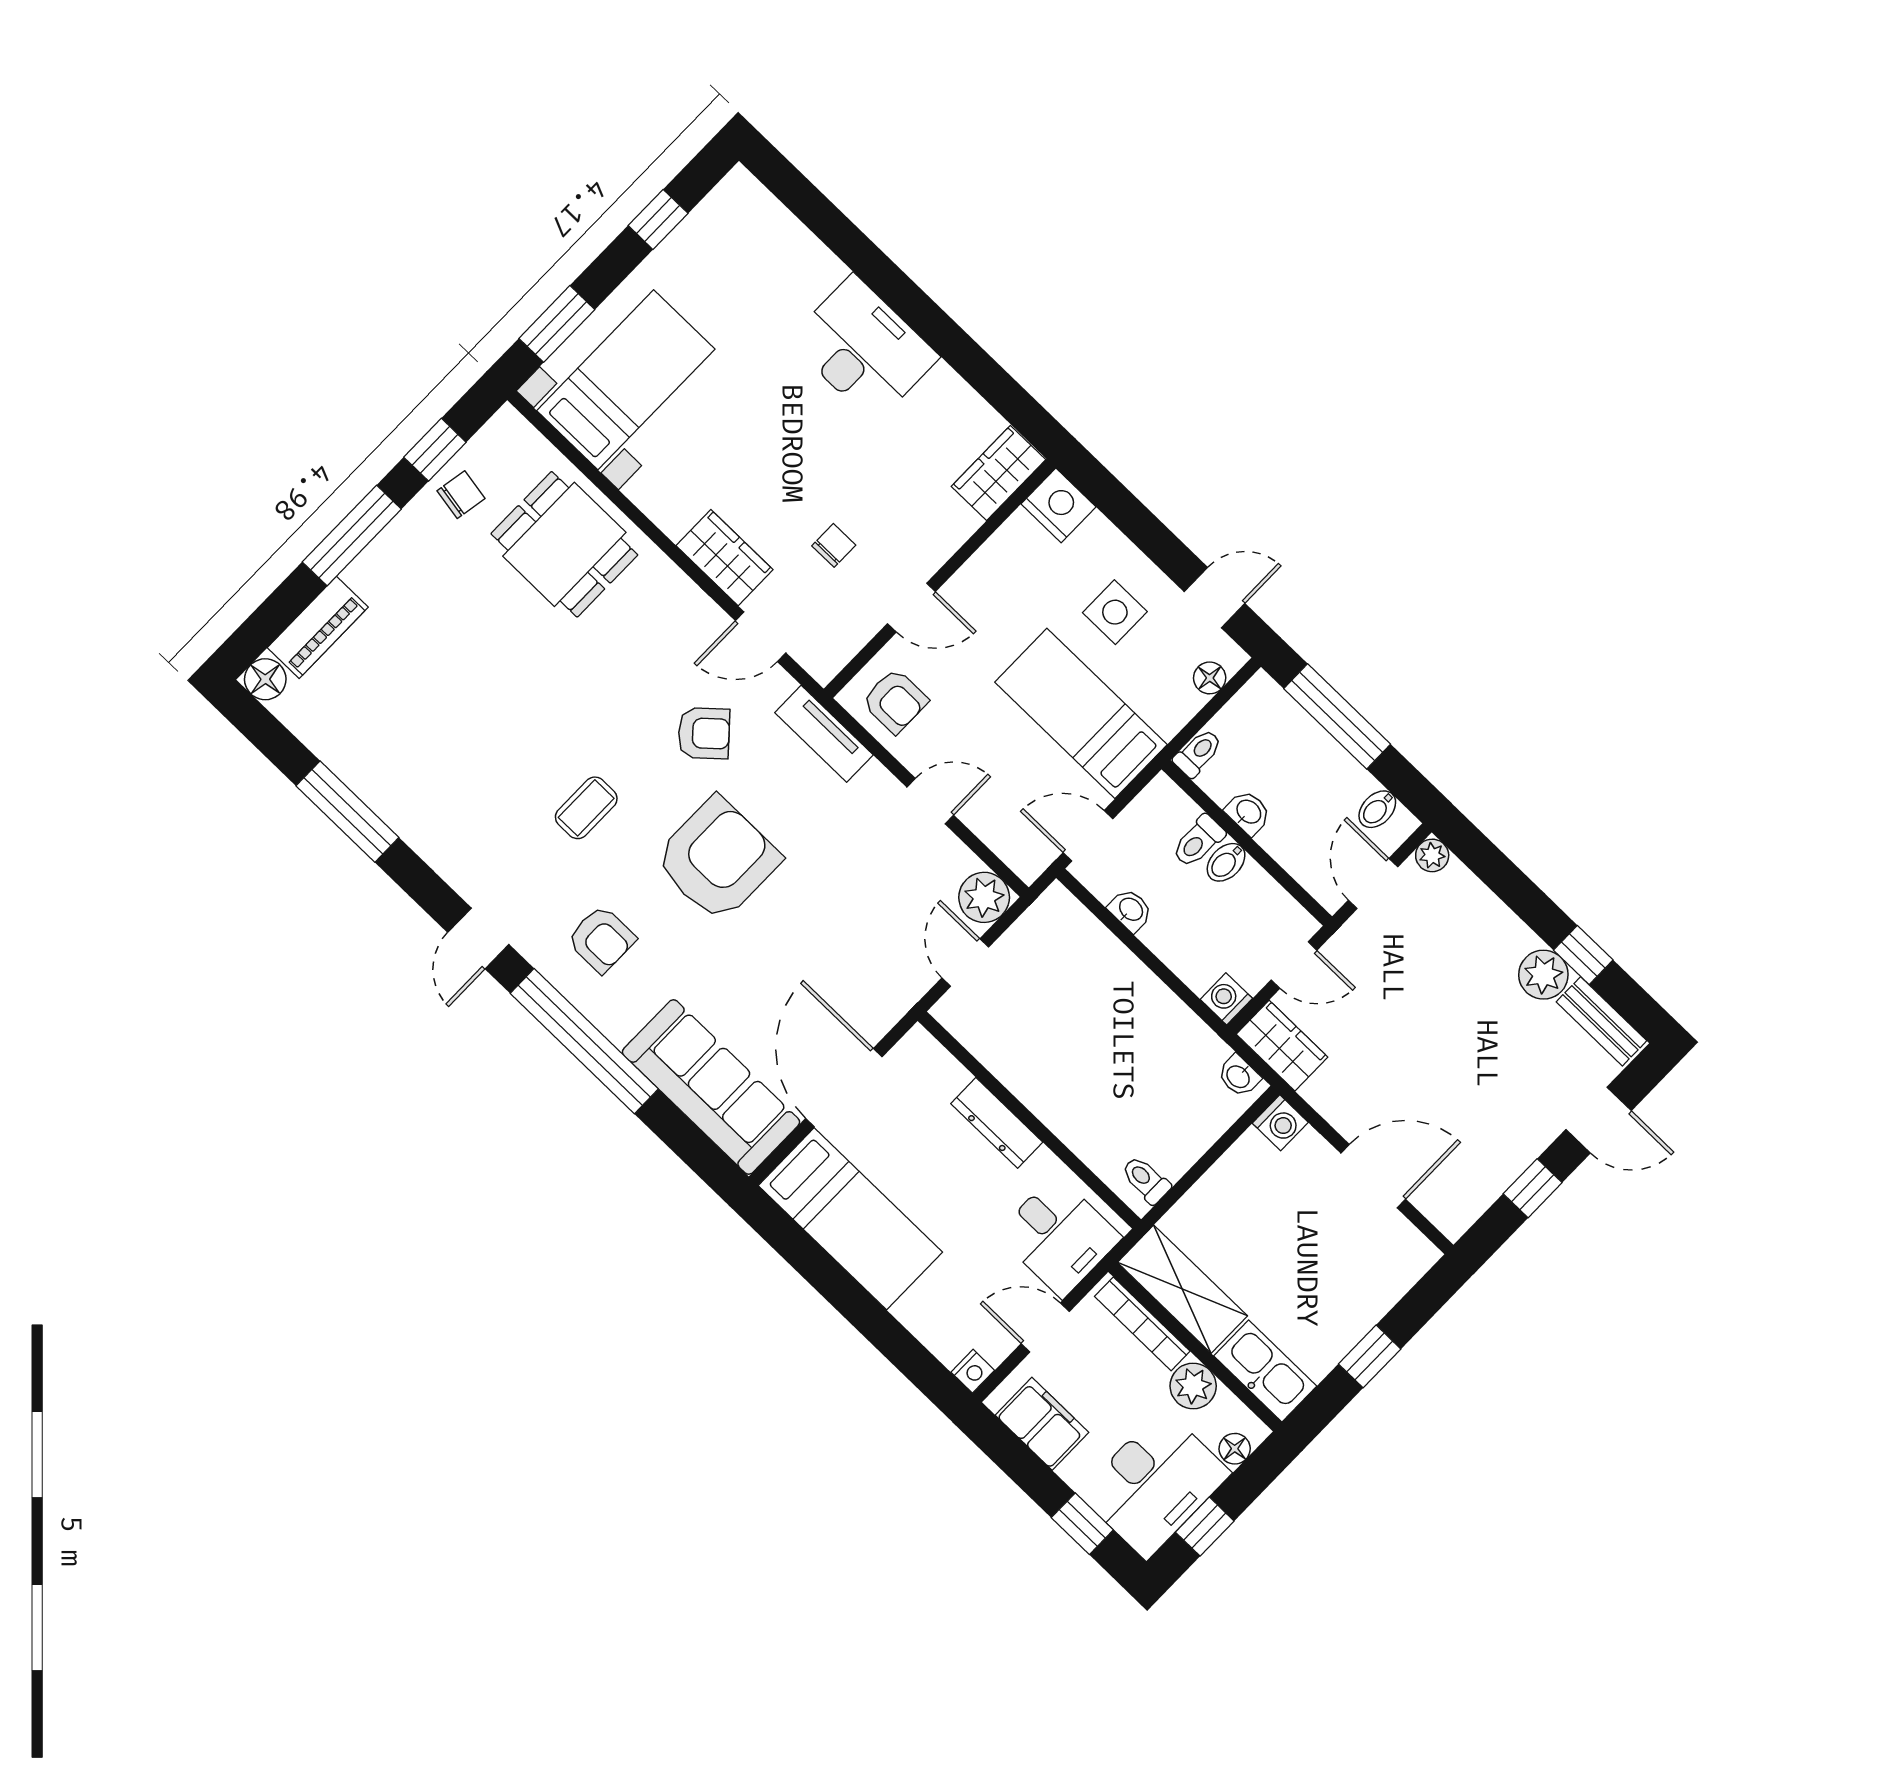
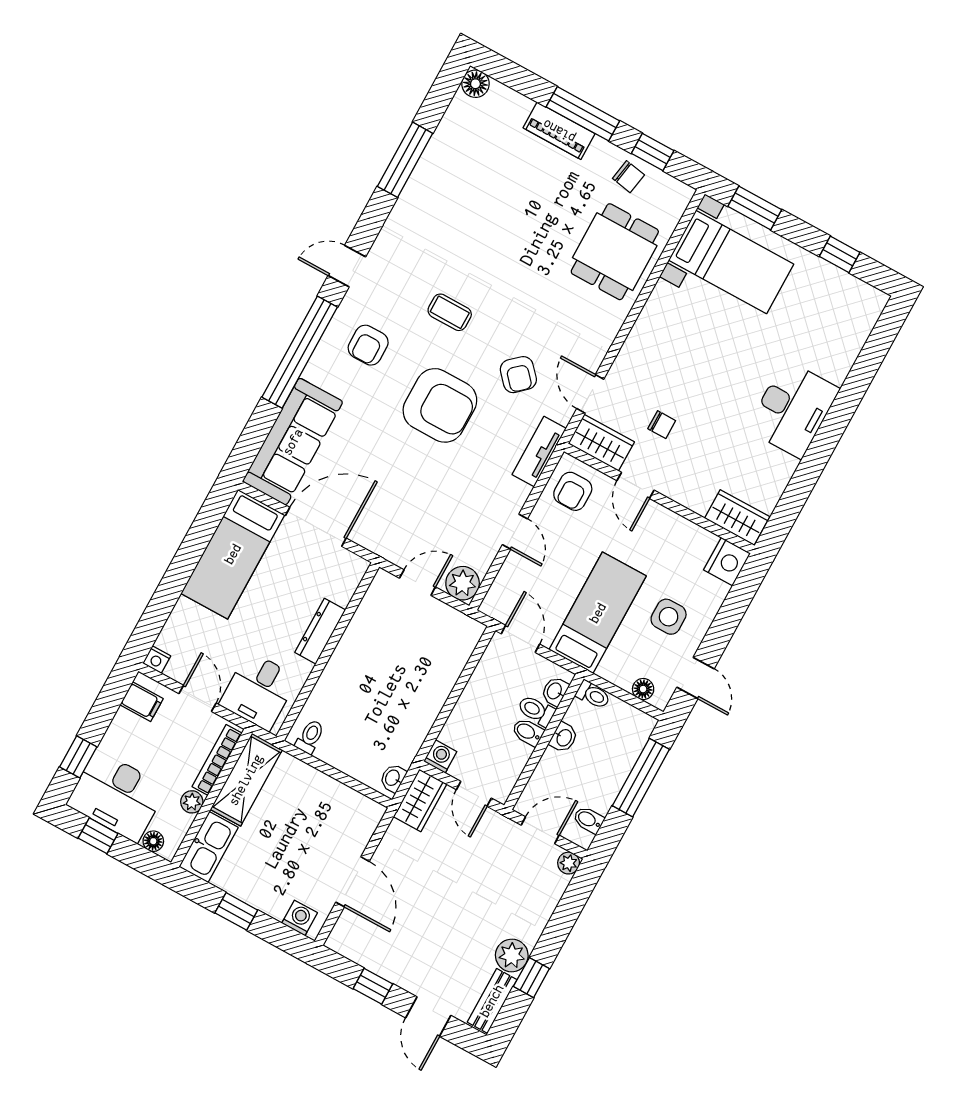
wardrobe: (724, 558) -> (601, 443), moved, turned -90
piano: (318, 627) -> (559, 131), moved
washbasin: (1130, 910) -> (555, 691), moved, turned 180
washing machine: (1280, 1123) -> (300, 918), moved, turned 180
plant: (1193, 1386) -> (192, 802), width x0.73, depth x0.73
filing cabinet: (1042, 1424) -> (142, 702), width x0.50

